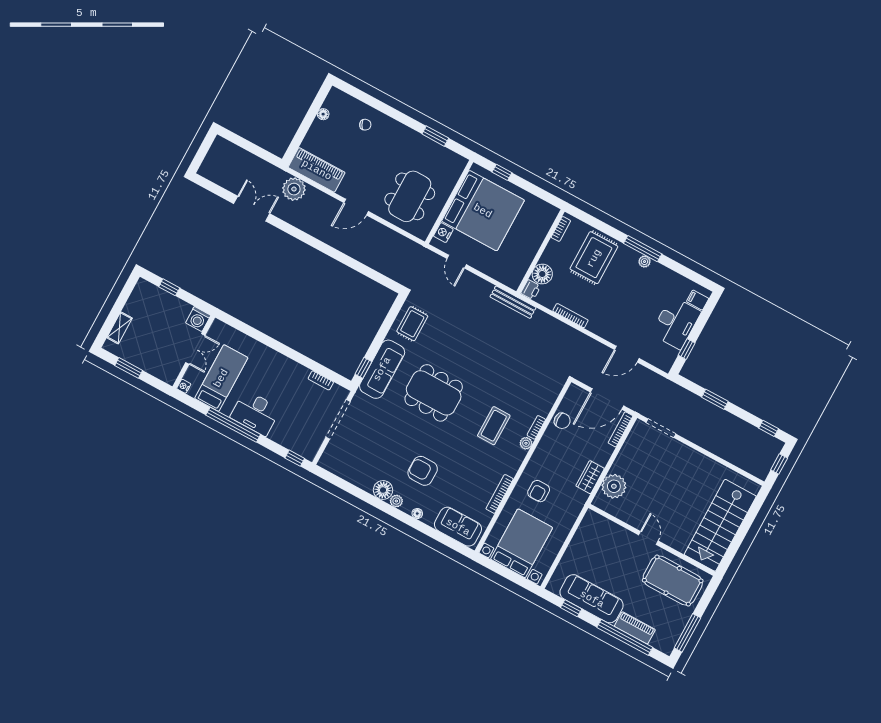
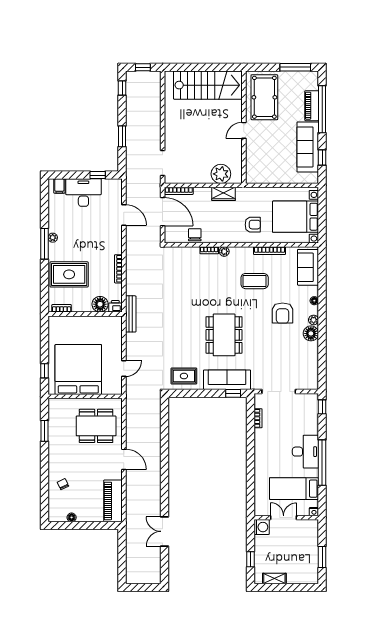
plant: (294, 189) -> (135, 509), removed
nightstand: (443, 233) -> (109, 389), removed
shelving: (120, 328) -> (274, 578), moved
coffee table: (494, 426) -> (255, 281), moved

